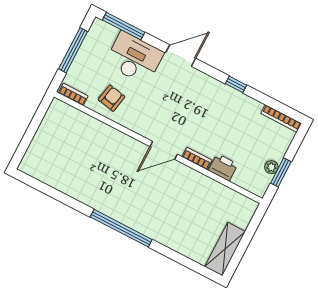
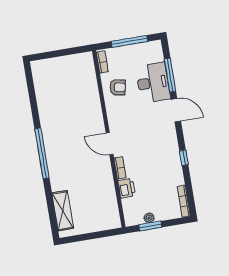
window: (124, 26) -> (170, 75), moved
shelving: (225, 249) -> (63, 211), moved, turned 90

